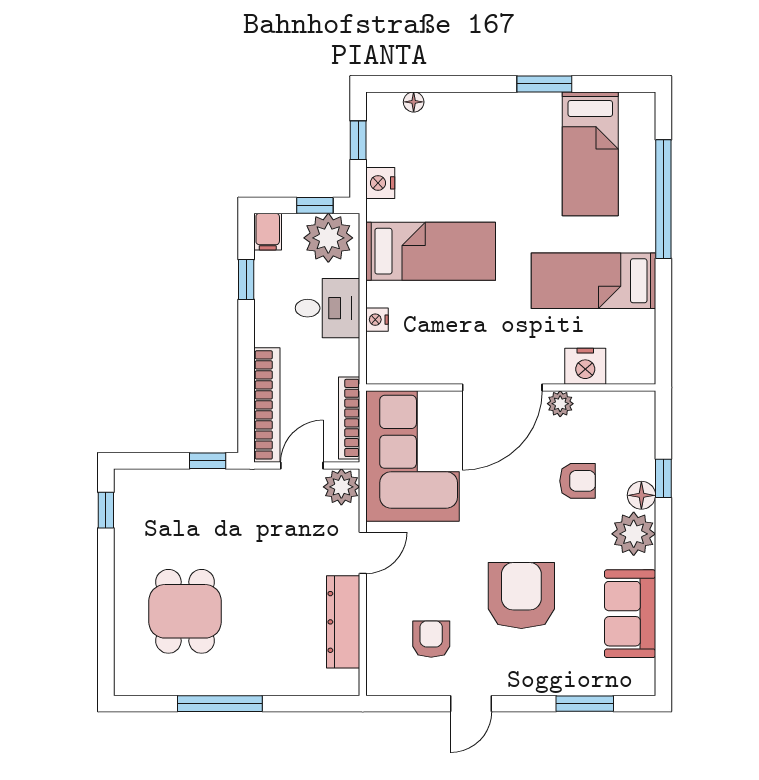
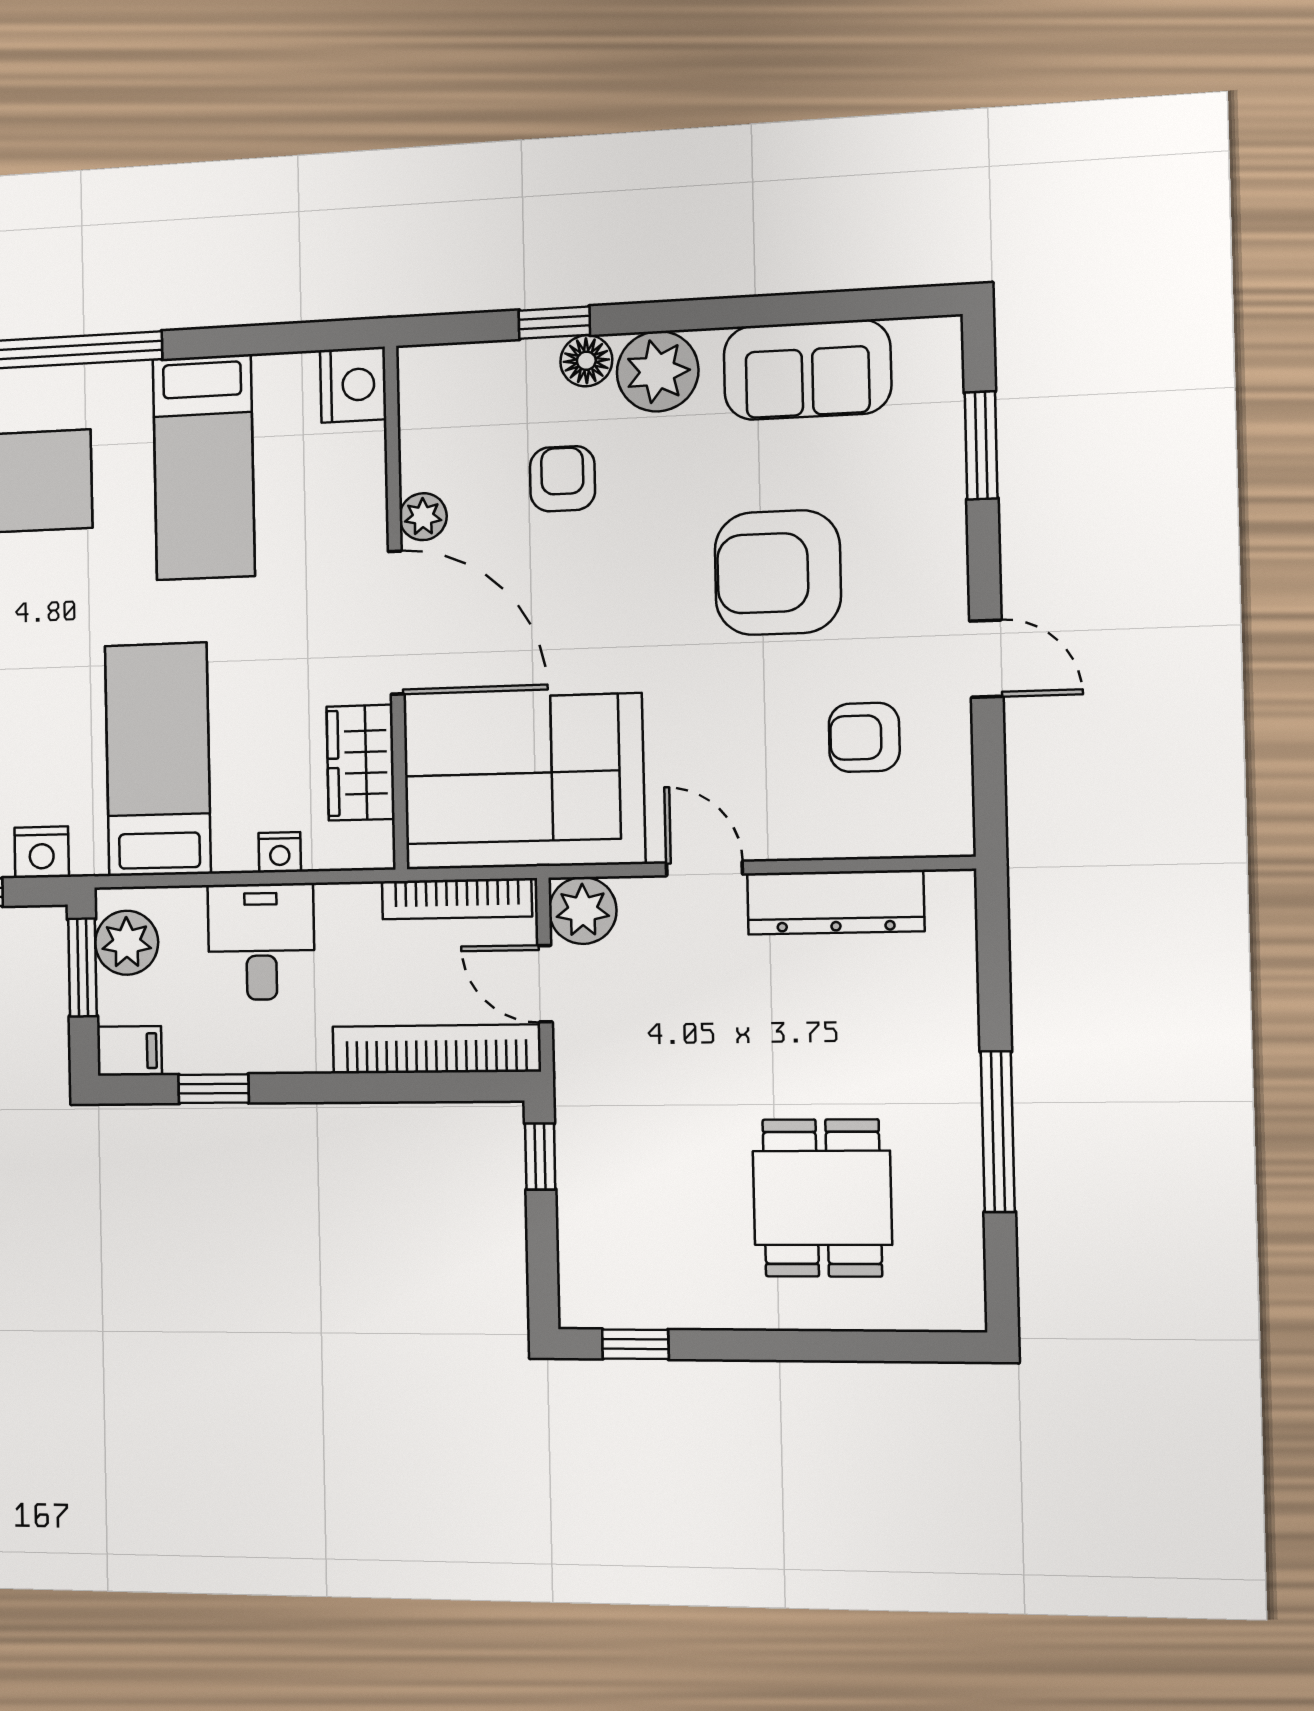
window: (315, 205) -> (82, 967), width x1.50
plant: (328, 238) -> (127, 943), width x0.73, depth x0.73
wardrobe: (426, 366) -> (361, 763), added
nightstand: (585, 366) -> (353, 385), moved
dining table: (185, 611) -> (822, 1198), turned 90

